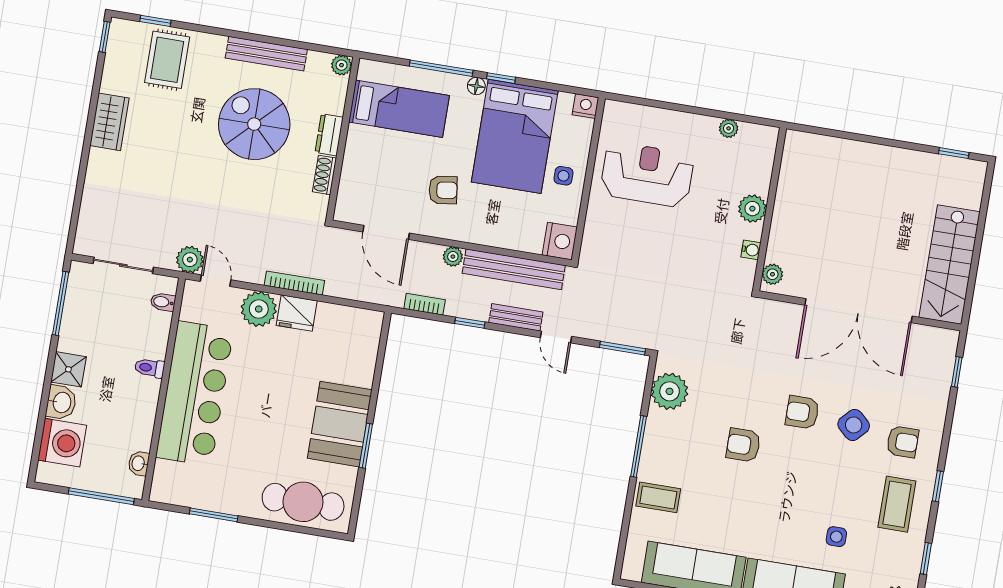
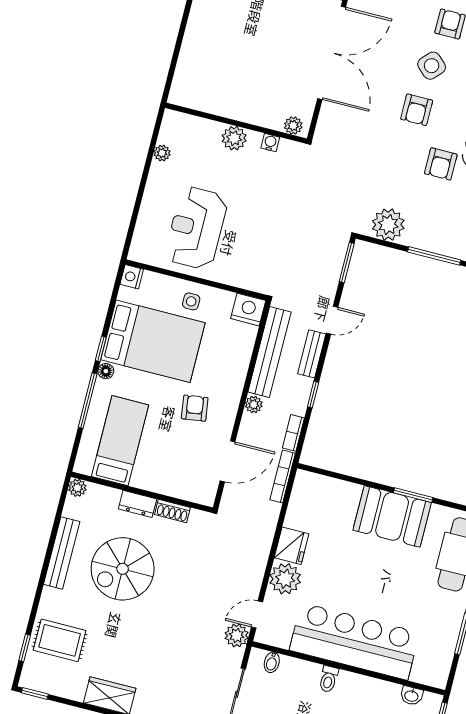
bookcase: (294, 283) -> (283, 477), moved

